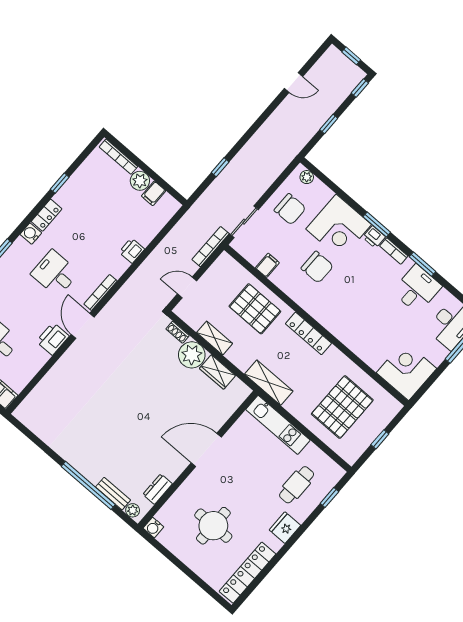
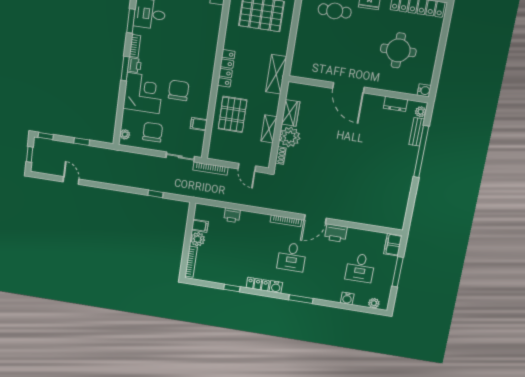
printer: (132, 251) -> (232, 215), moved
kitchen unit: (278, 425) -> (301, 50), removed

